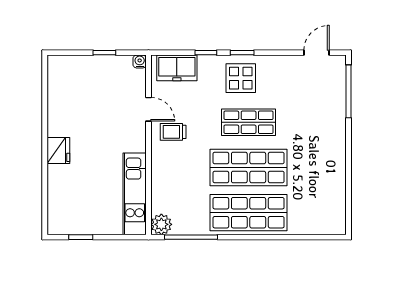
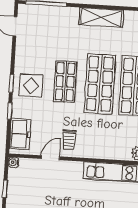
shelving: (335, 164) -> (101, 17), added

